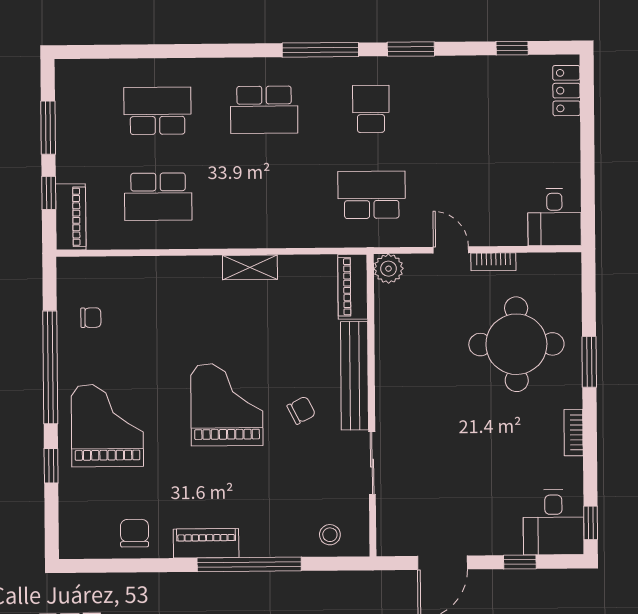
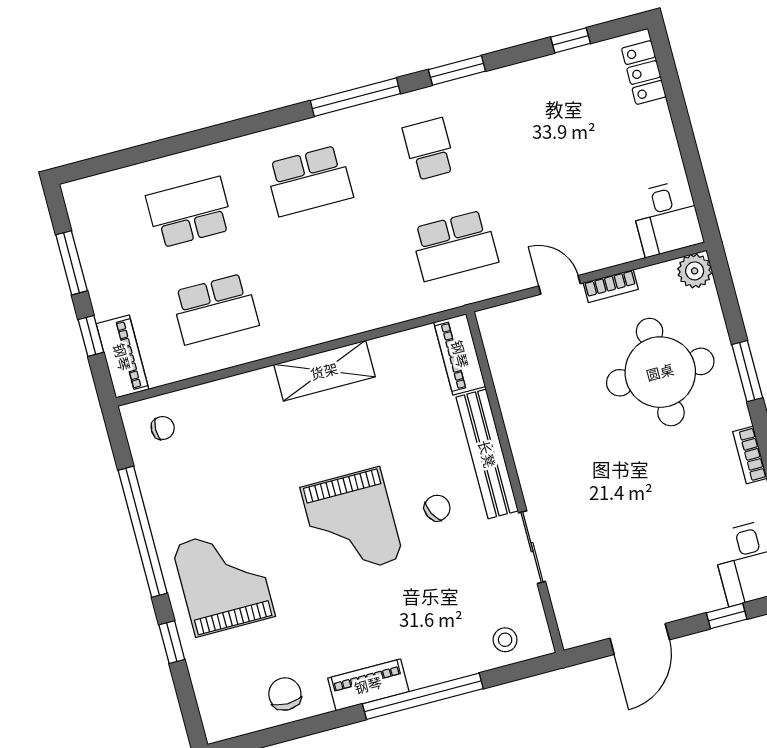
school desk: (372, 195) -> (455, 246), turned 180
shelving: (250, 267) -> (324, 371), width x1.50, depth x1.33
plant: (389, 269) -> (695, 271), moved
chair: (91, 318) -> (163, 428), moved
grand piano: (227, 405) -> (352, 523), turned 180

